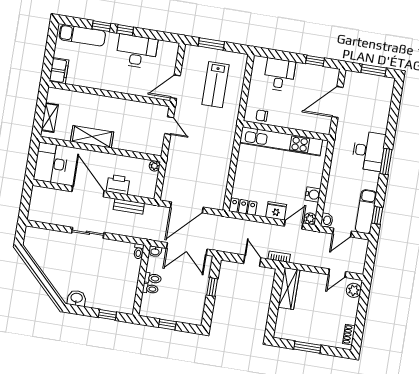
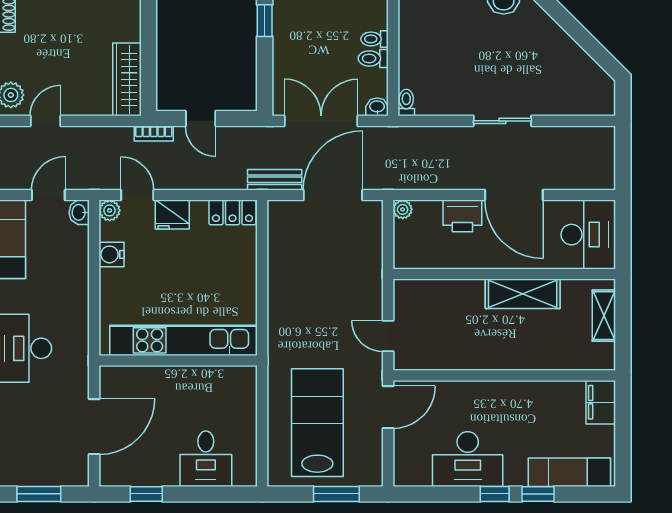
lab bench: (215, 85) -> (317, 423), width x1.36, depth x1.39
chair: (262, 116) -> (225, 381), removed
plant: (155, 166) -> (403, 209), moved
bench: (129, 206) -> (275, 180), moved
door: (294, 225) -> (137, 195), swing flipped
window: (212, 287) -> (265, 21), moved

